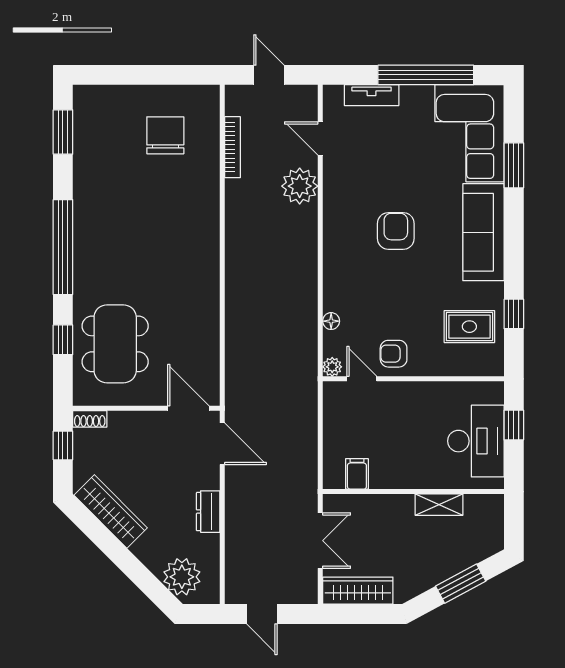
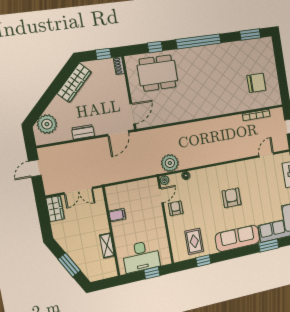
plant: (300, 186) -> (170, 163), moved
armchair: (396, 231) -> (232, 198), turned -90
filing cabinet: (357, 474) -> (117, 215), moved
wardrobe: (358, 591) -> (55, 209), width x0.67

